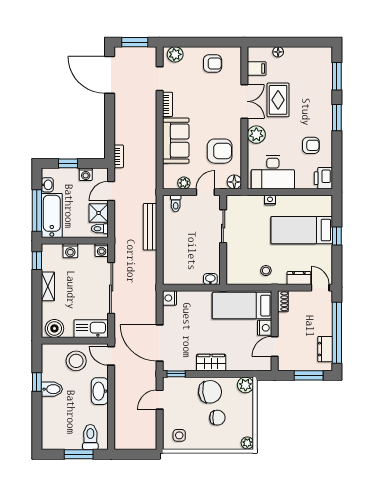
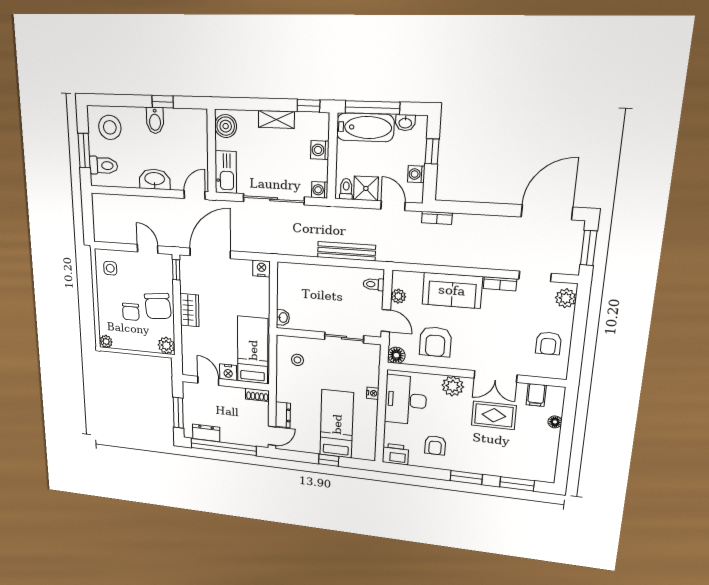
stool: (266, 271) -> (297, 360), moved
stool: (76, 361) -> (110, 127), moved

